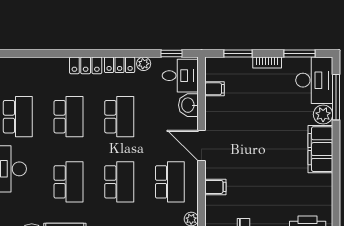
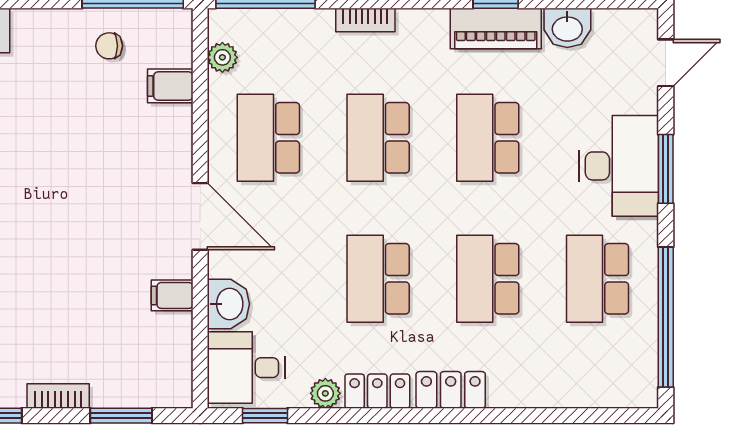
filing cabinet: (214, 89) -> (172, 295), moved
filing cabinet: (215, 187) -> (170, 86), moved

